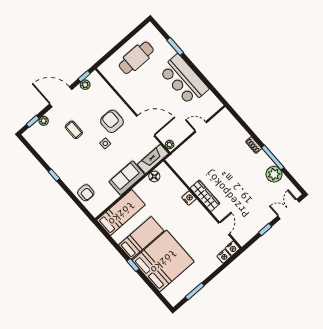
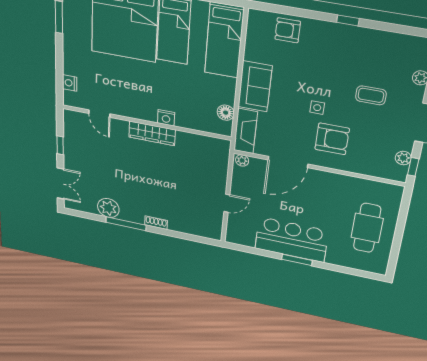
window: (175, 46) -> (297, 260), moved
nightstand: (232, 248) -> (70, 99), removed

